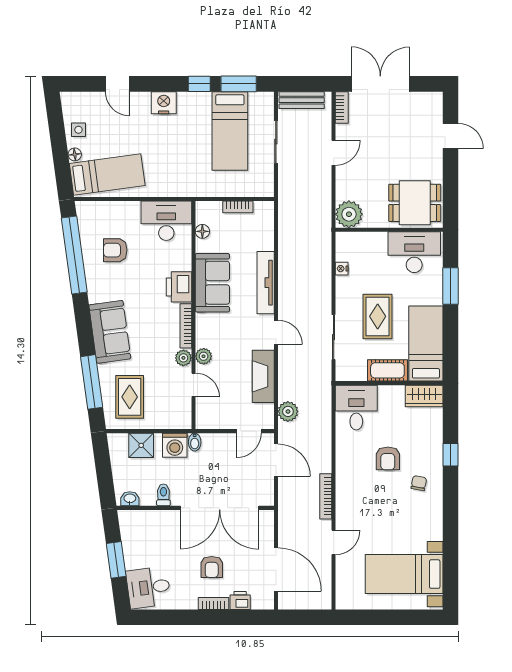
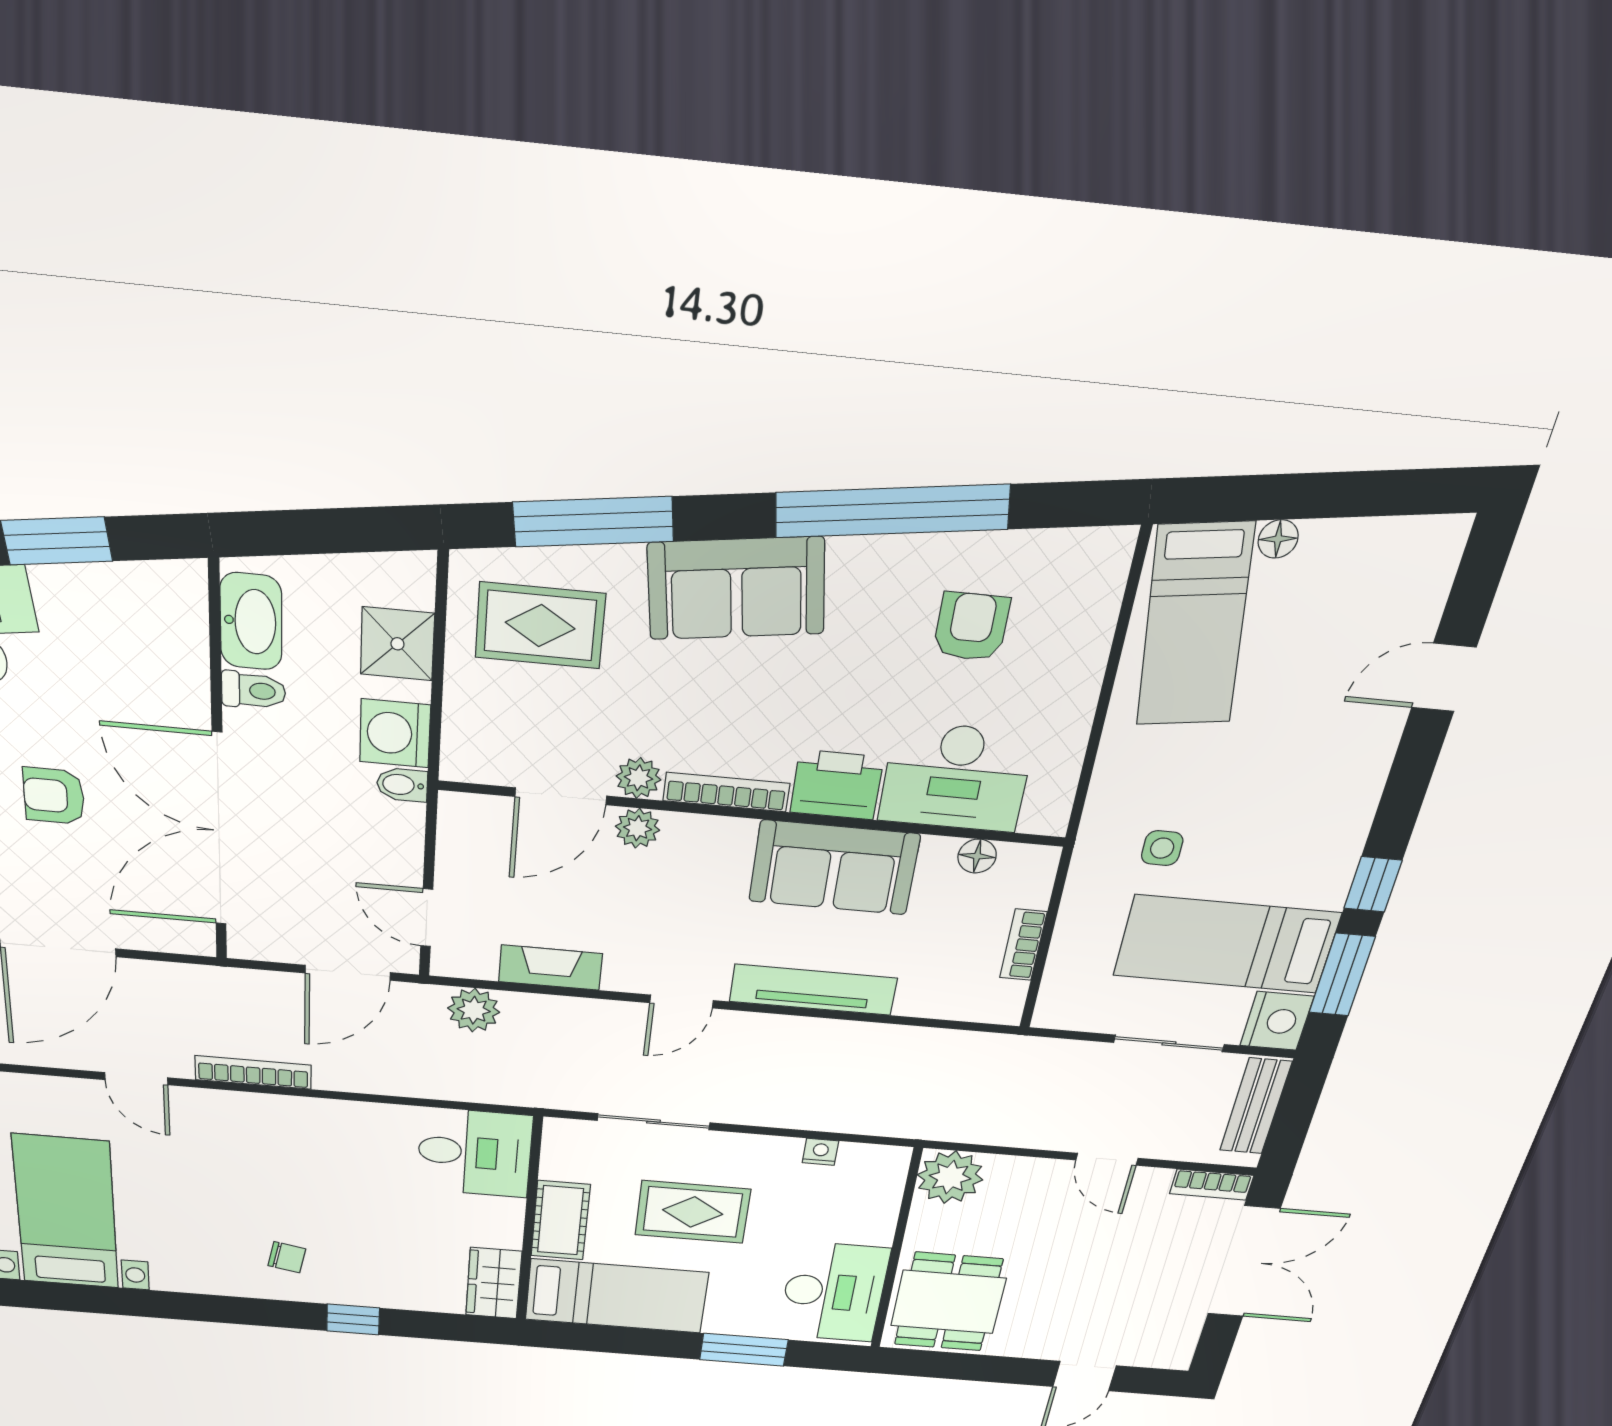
nightstand: (164, 103) -> (1277, 1021), moved
side table: (78, 130) -> (1162, 848), moved
desk: (166, 221) -> (956, 777), moved, turned 90
window: (74, 255) -> (892, 511), moved
fireplace: (263, 376) -> (550, 968), width x0.73, depth x0.76
door: (193, 385) -> (561, 796), width x1.37
armchair: (388, 458) -> (347, 1204), removed
washbasin: (130, 499) -> (251, 621), width x1.91, depth x1.45

